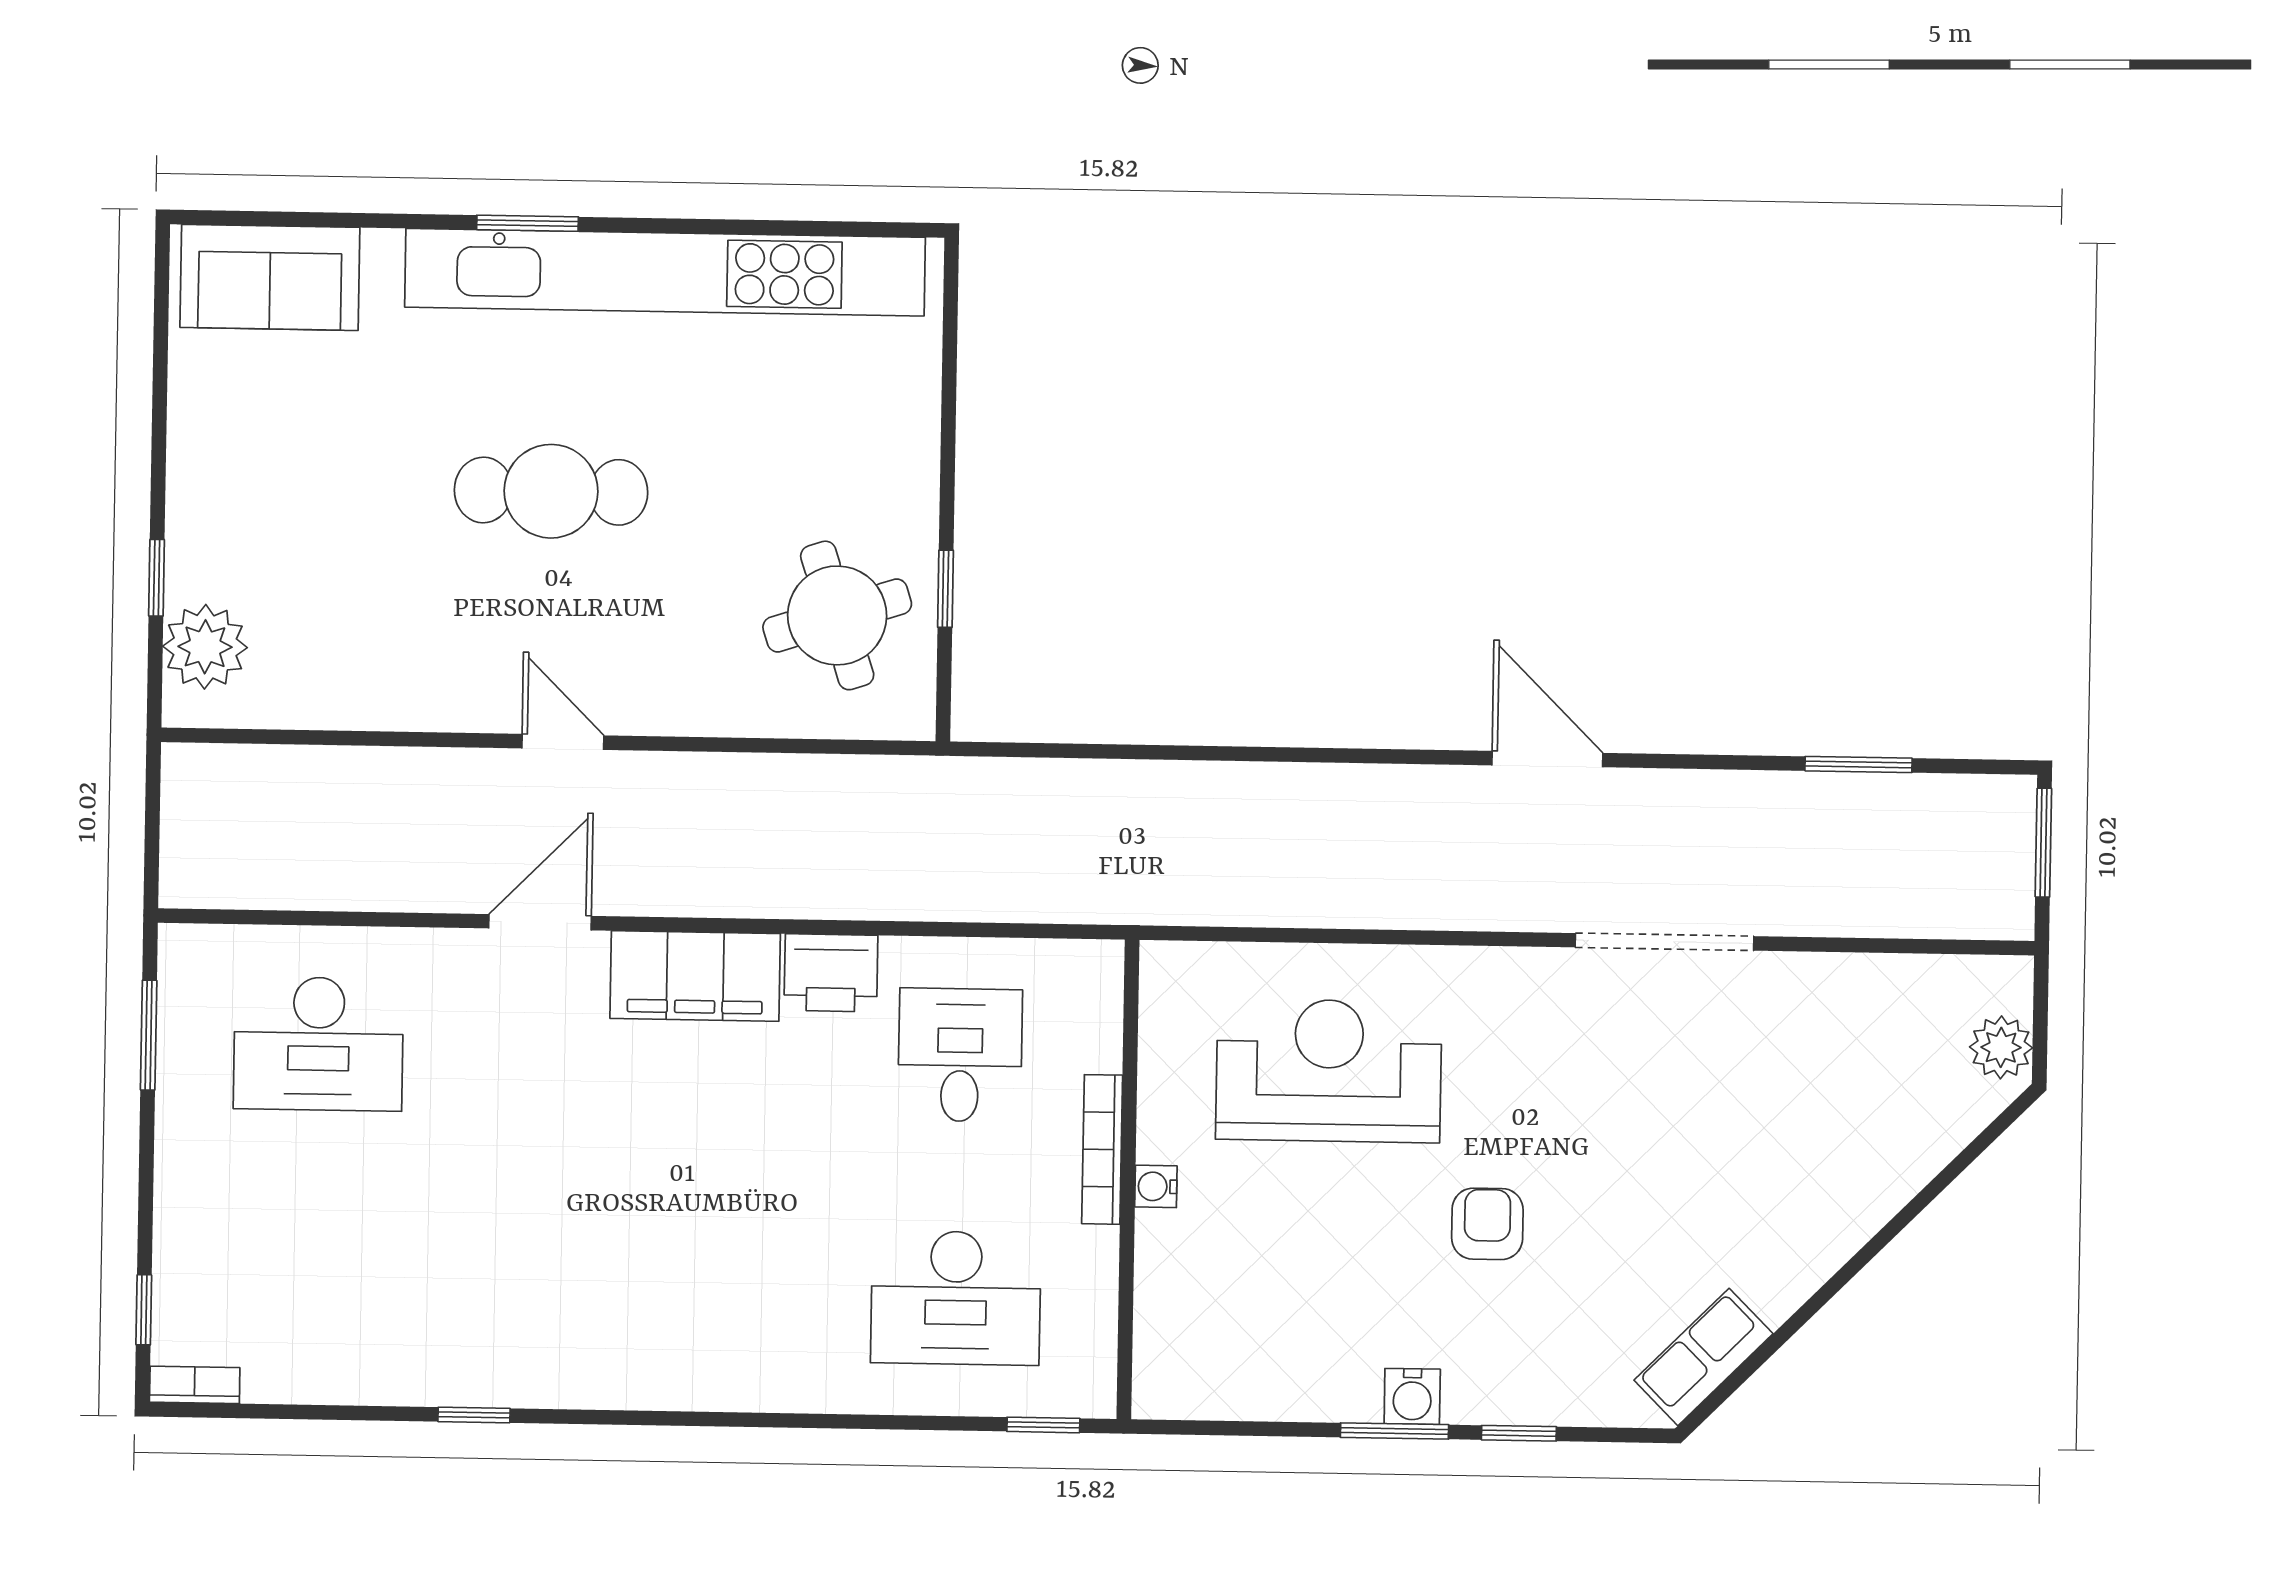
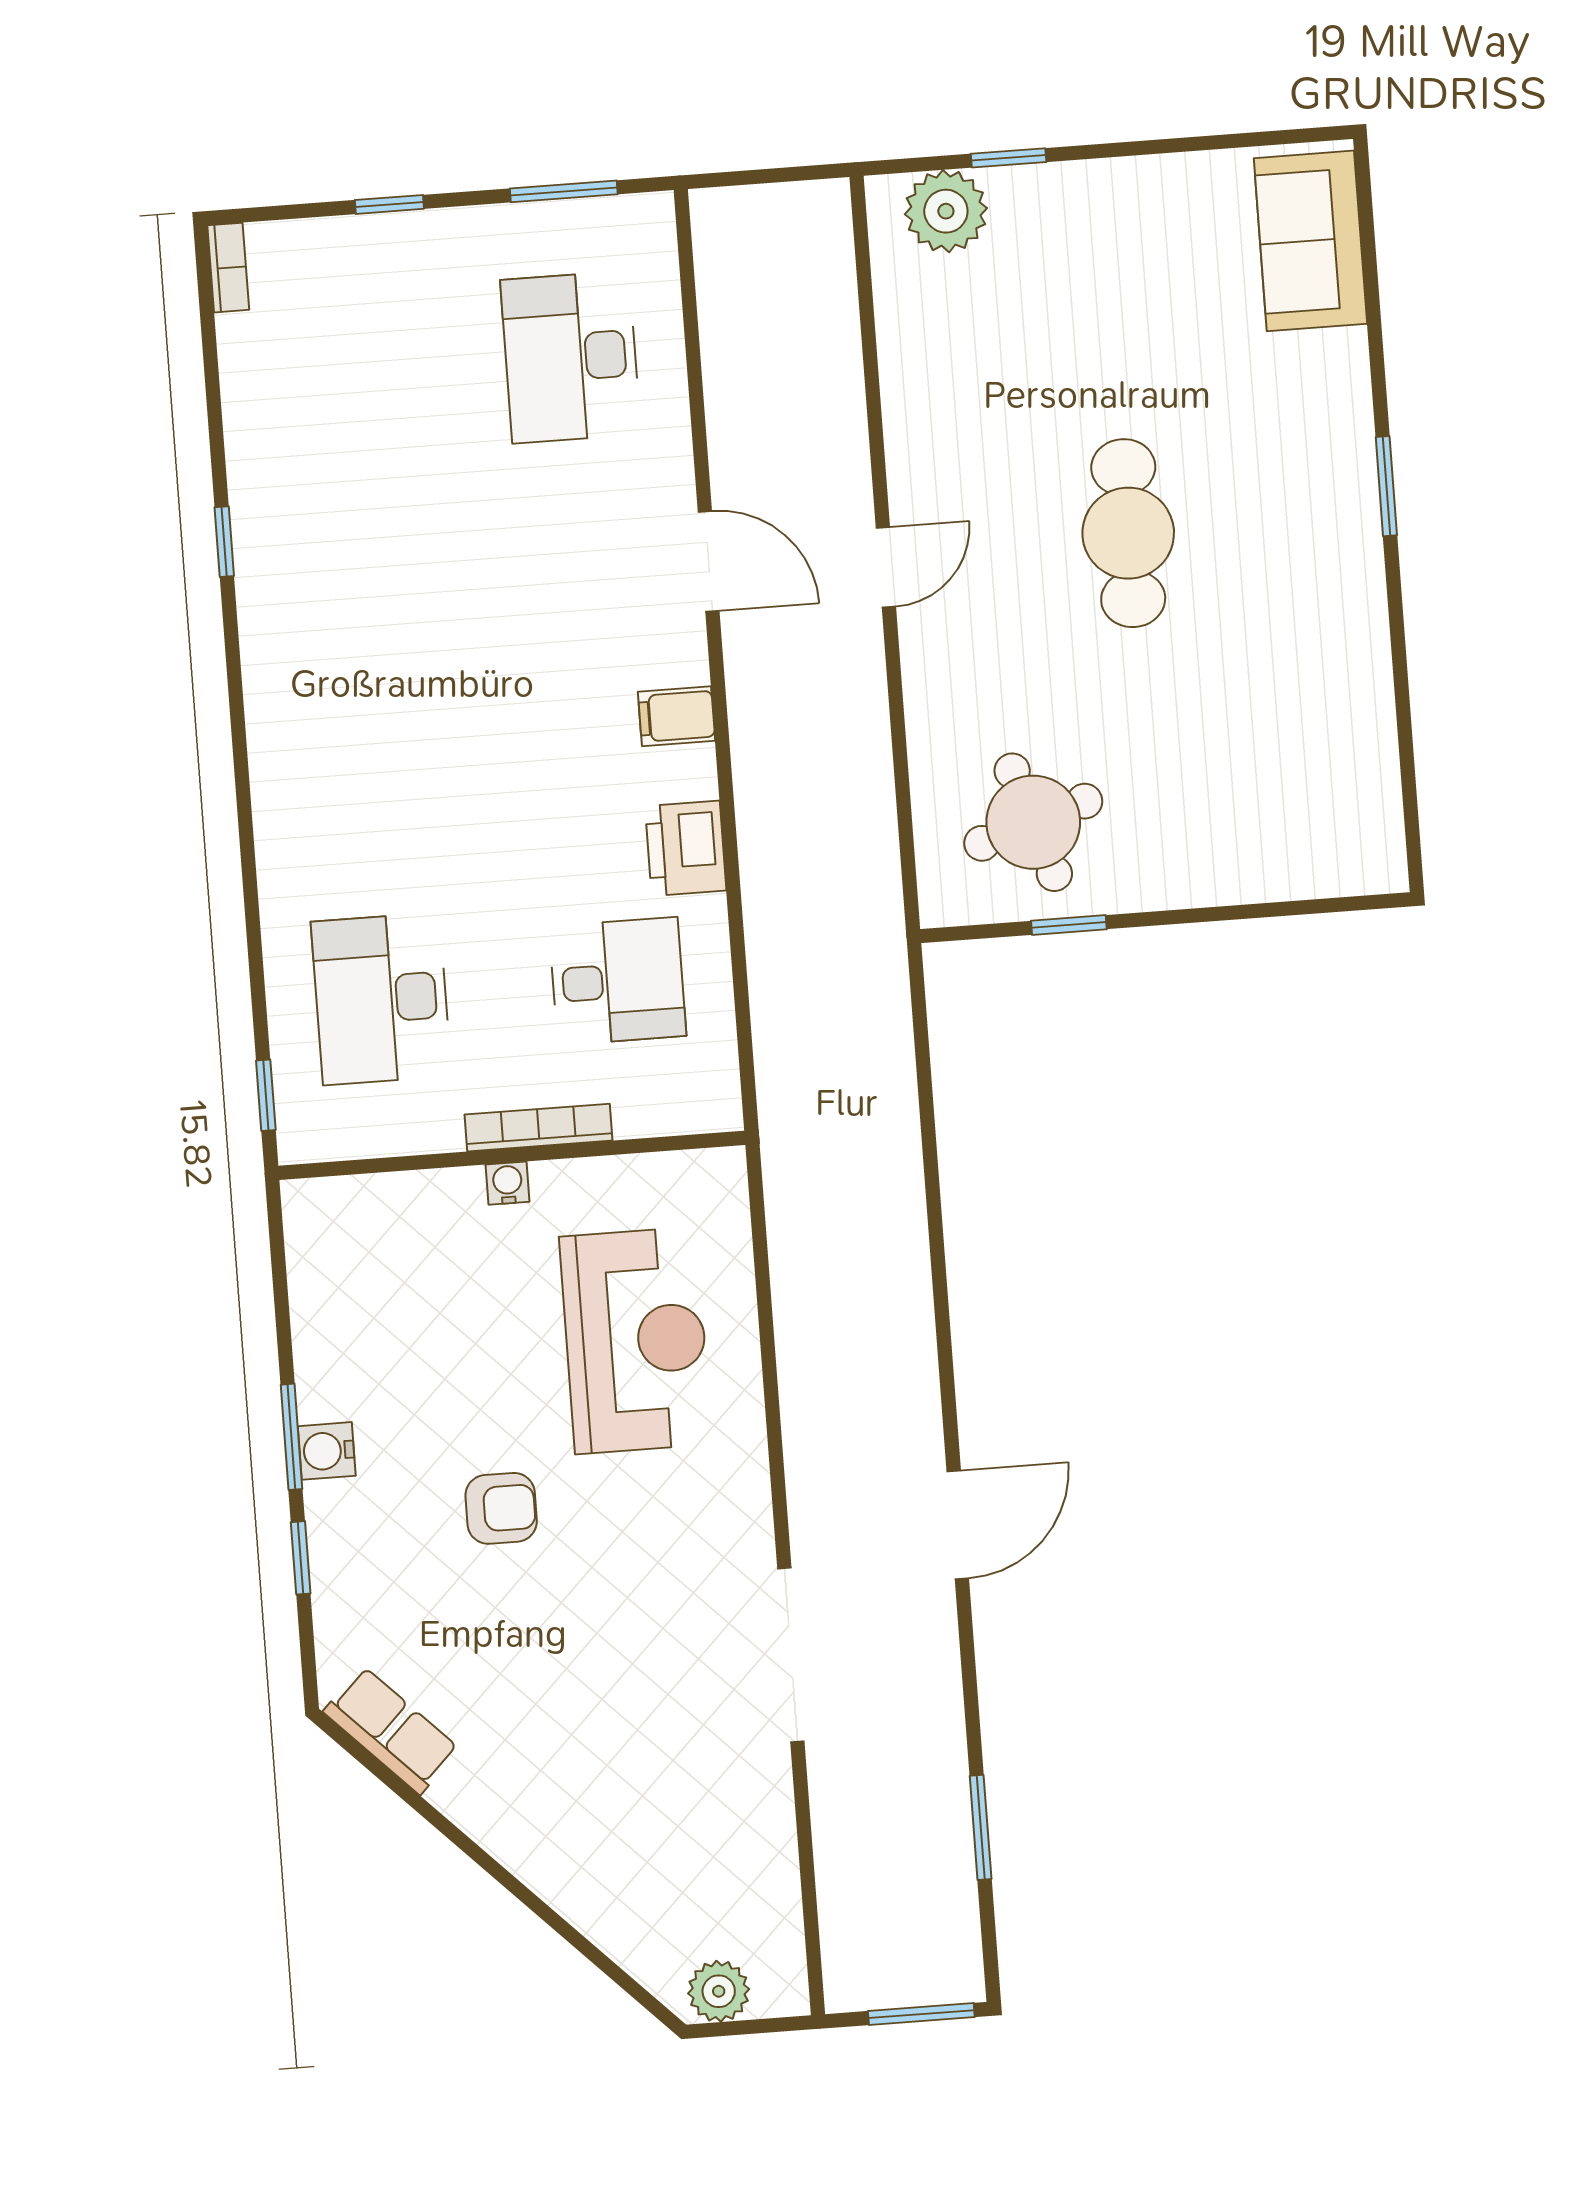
kitchen unit: (665, 272) -> (1351, 624), removed
filing cabinet: (695, 976) -> (677, 716), width x0.33, depth x0.86
window: (144, 1310) -> (389, 204), moved

